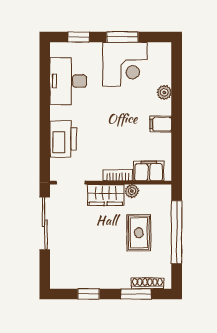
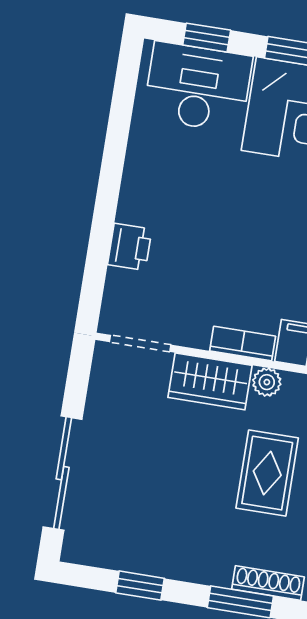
desk: (68, 81) -> (198, 87), moved, turned 90
printer: (63, 139) -> (130, 247), width x0.53, depth x0.68
sliding door: (45, 223) -> (63, 473), moved

